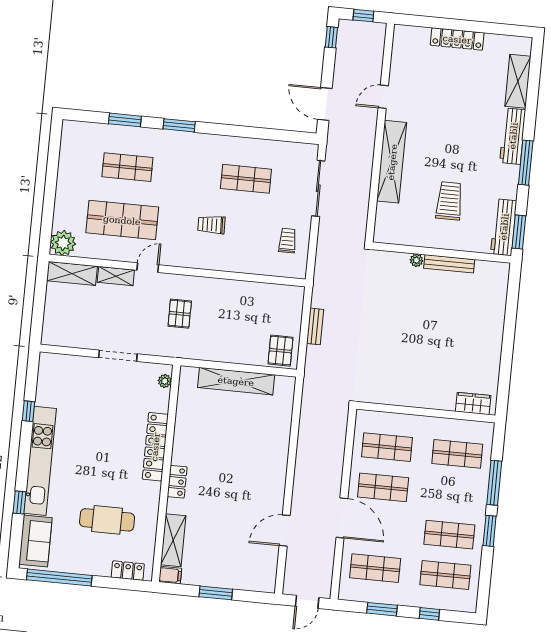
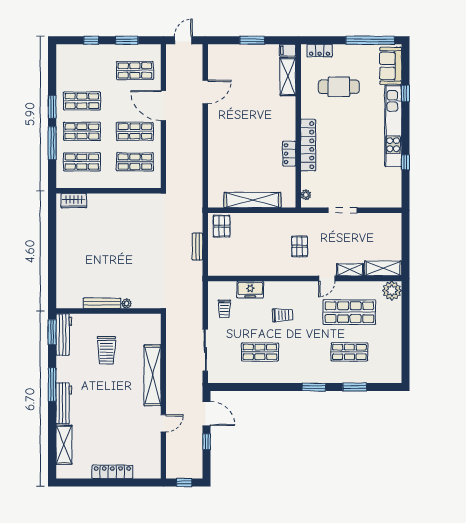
window: (331, 37) -> (207, 442), moved
freezer: (251, 263) -> (250, 290), added
locker: (177, 482) -> (289, 154), moved
shop shelf: (445, 575) -> (82, 131), moved

